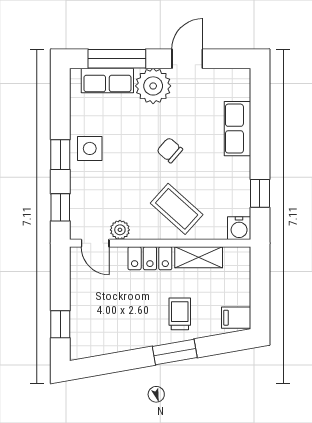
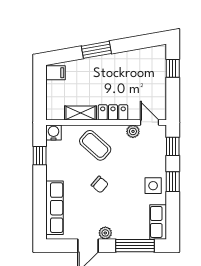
row of seats: (107, 81) -> (158, 222), moved, turned -90
plant: (153, 86) -> (105, 233), width x0.53, depth x0.53
row of seats: (238, 129) -> (55, 208), width x1.48
trolley: (180, 314) -> (93, 75), removed

